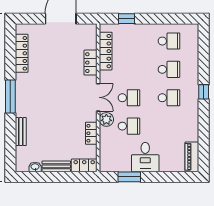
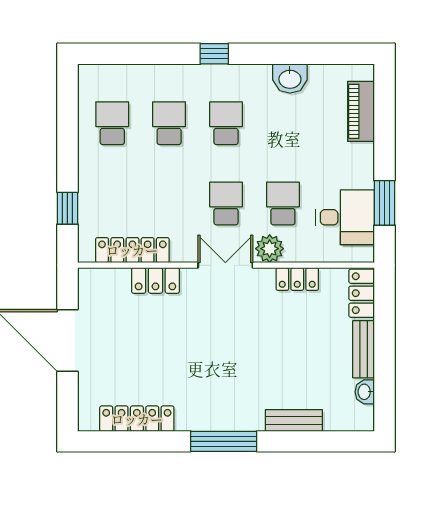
washbasin: (191, 130) -> (290, 78), added
desk: (145, 157) -> (345, 217), moved
piano: (192, 157) -> (361, 111), moved, turned 90

